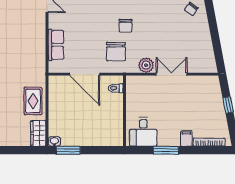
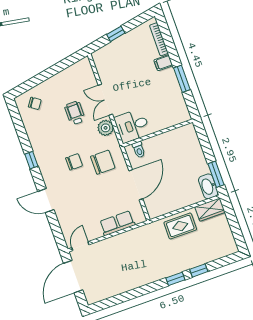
wheelchair: (170, 42) -> (75, 113), added
desk: (143, 132) -> (132, 126), moved, turned 180
washbasin: (54, 141) -> (208, 186), width x1.91, depth x1.45

